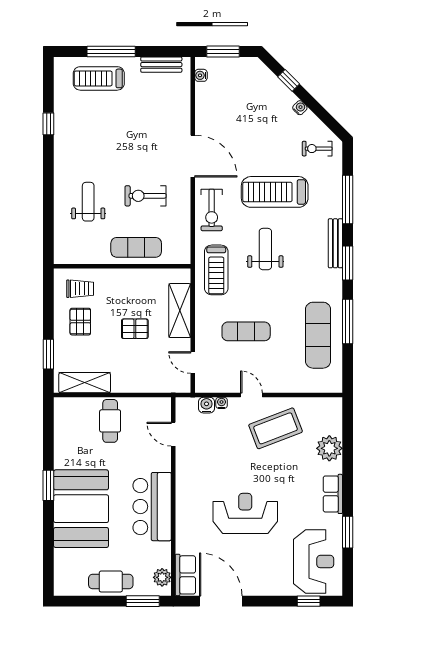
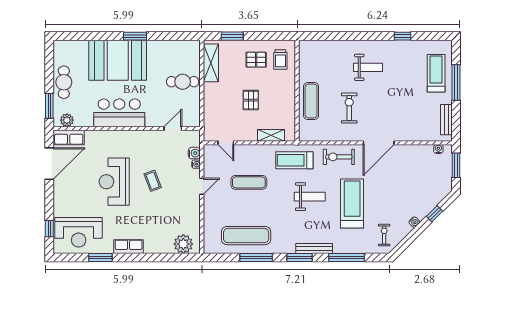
weight bench: (88, 202) -> (368, 67), moved
shelving: (180, 311) -> (271, 135), width x0.67, depth x0.75
exercise mat: (246, 331) -> (249, 182), turned 90
door: (193, 363) -> (226, 143), swing flipped
coffee table: (276, 428) -> (153, 181), moved, width x0.54, depth x0.58
plant: (329, 448) -> (183, 244), moved
reception desk: (245, 513) -> (114, 182), turned 180

